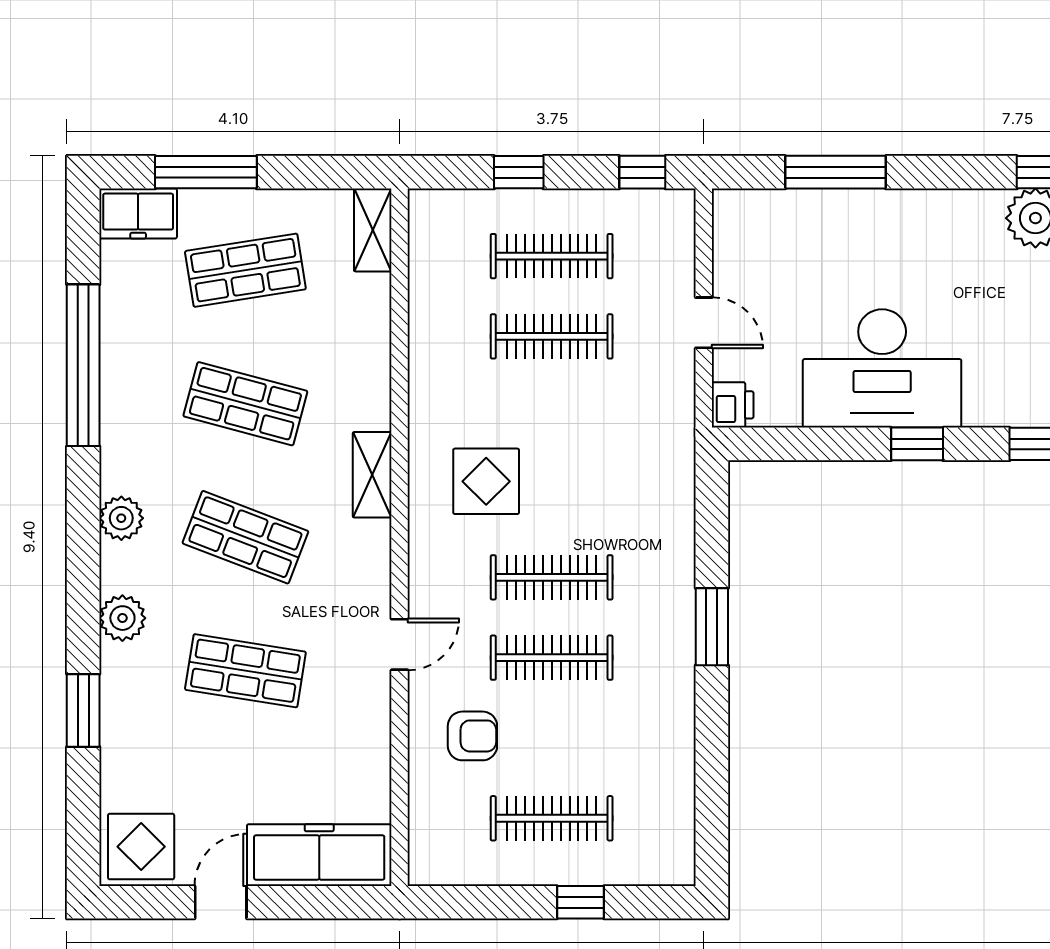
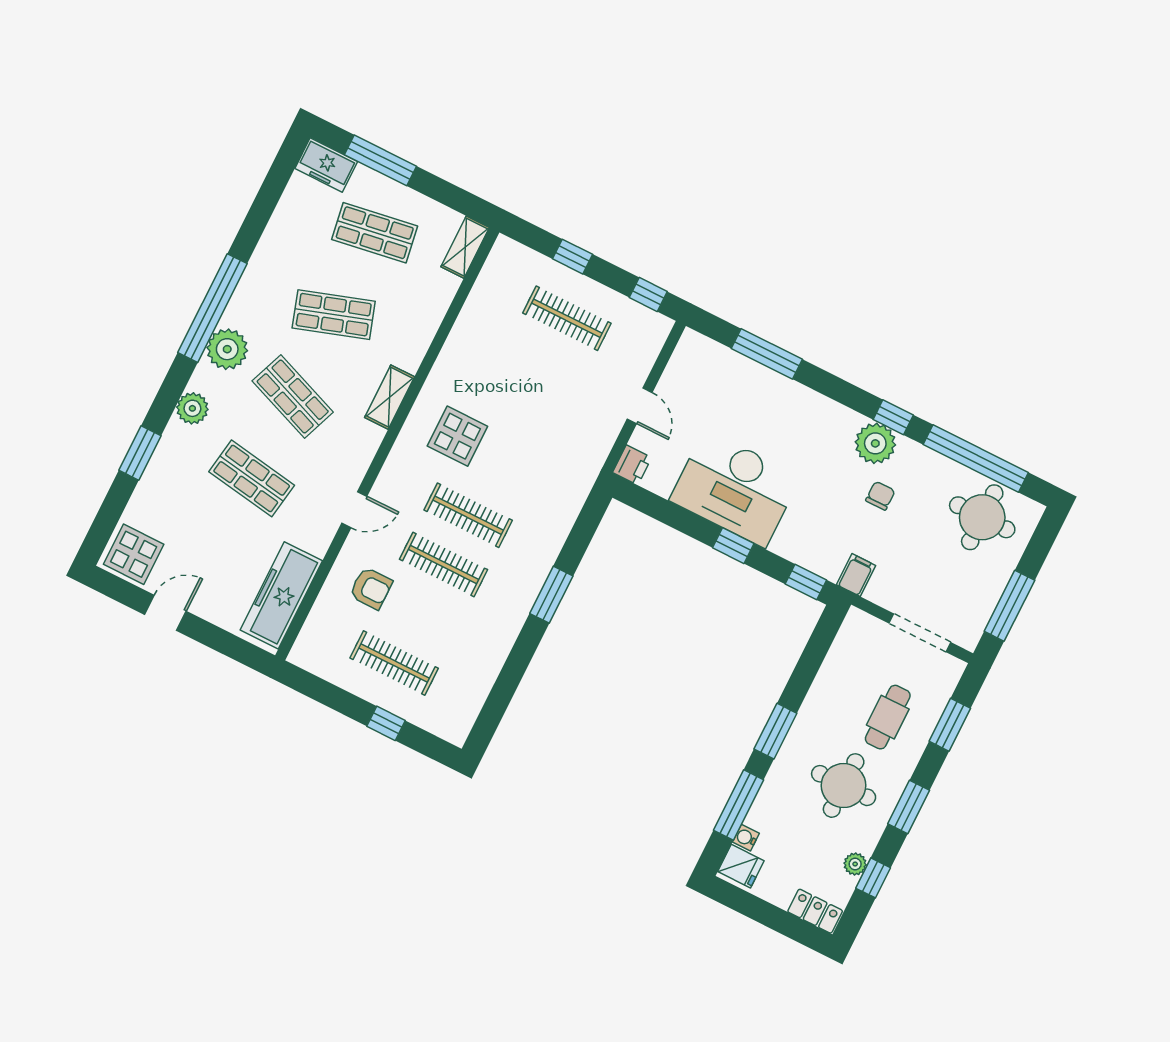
clothes rail: (552, 336) -> (542, 367), removed
window: (83, 365) -> (212, 308), moved
shop shelf: (245, 404) -> (334, 315), turned -33
plant: (121, 518) -> (227, 349), width x1.36, depth x1.36
freezer: (319, 855) -> (281, 595), moved, turned -90

